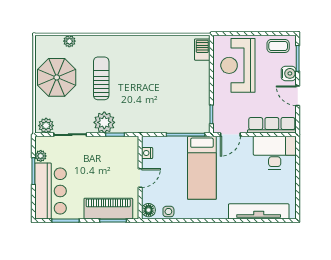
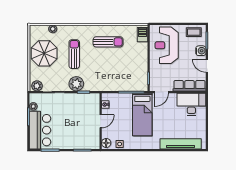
sun lounger: (151, 60) -> (108, 42), added
piano: (108, 209) -> (79, 142), removed

